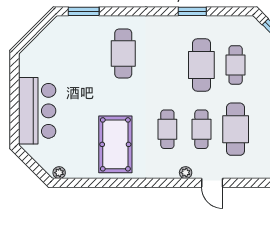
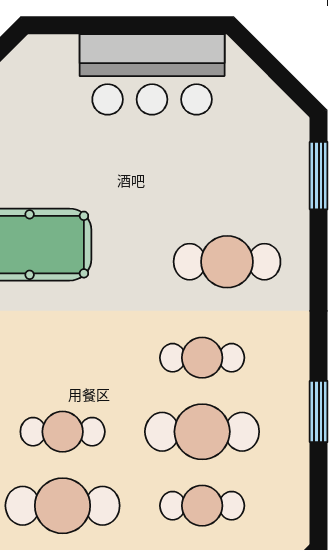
bar counter: (37, 111) -> (152, 74), moved
cafe table: (167, 129) -> (202, 358), moved

